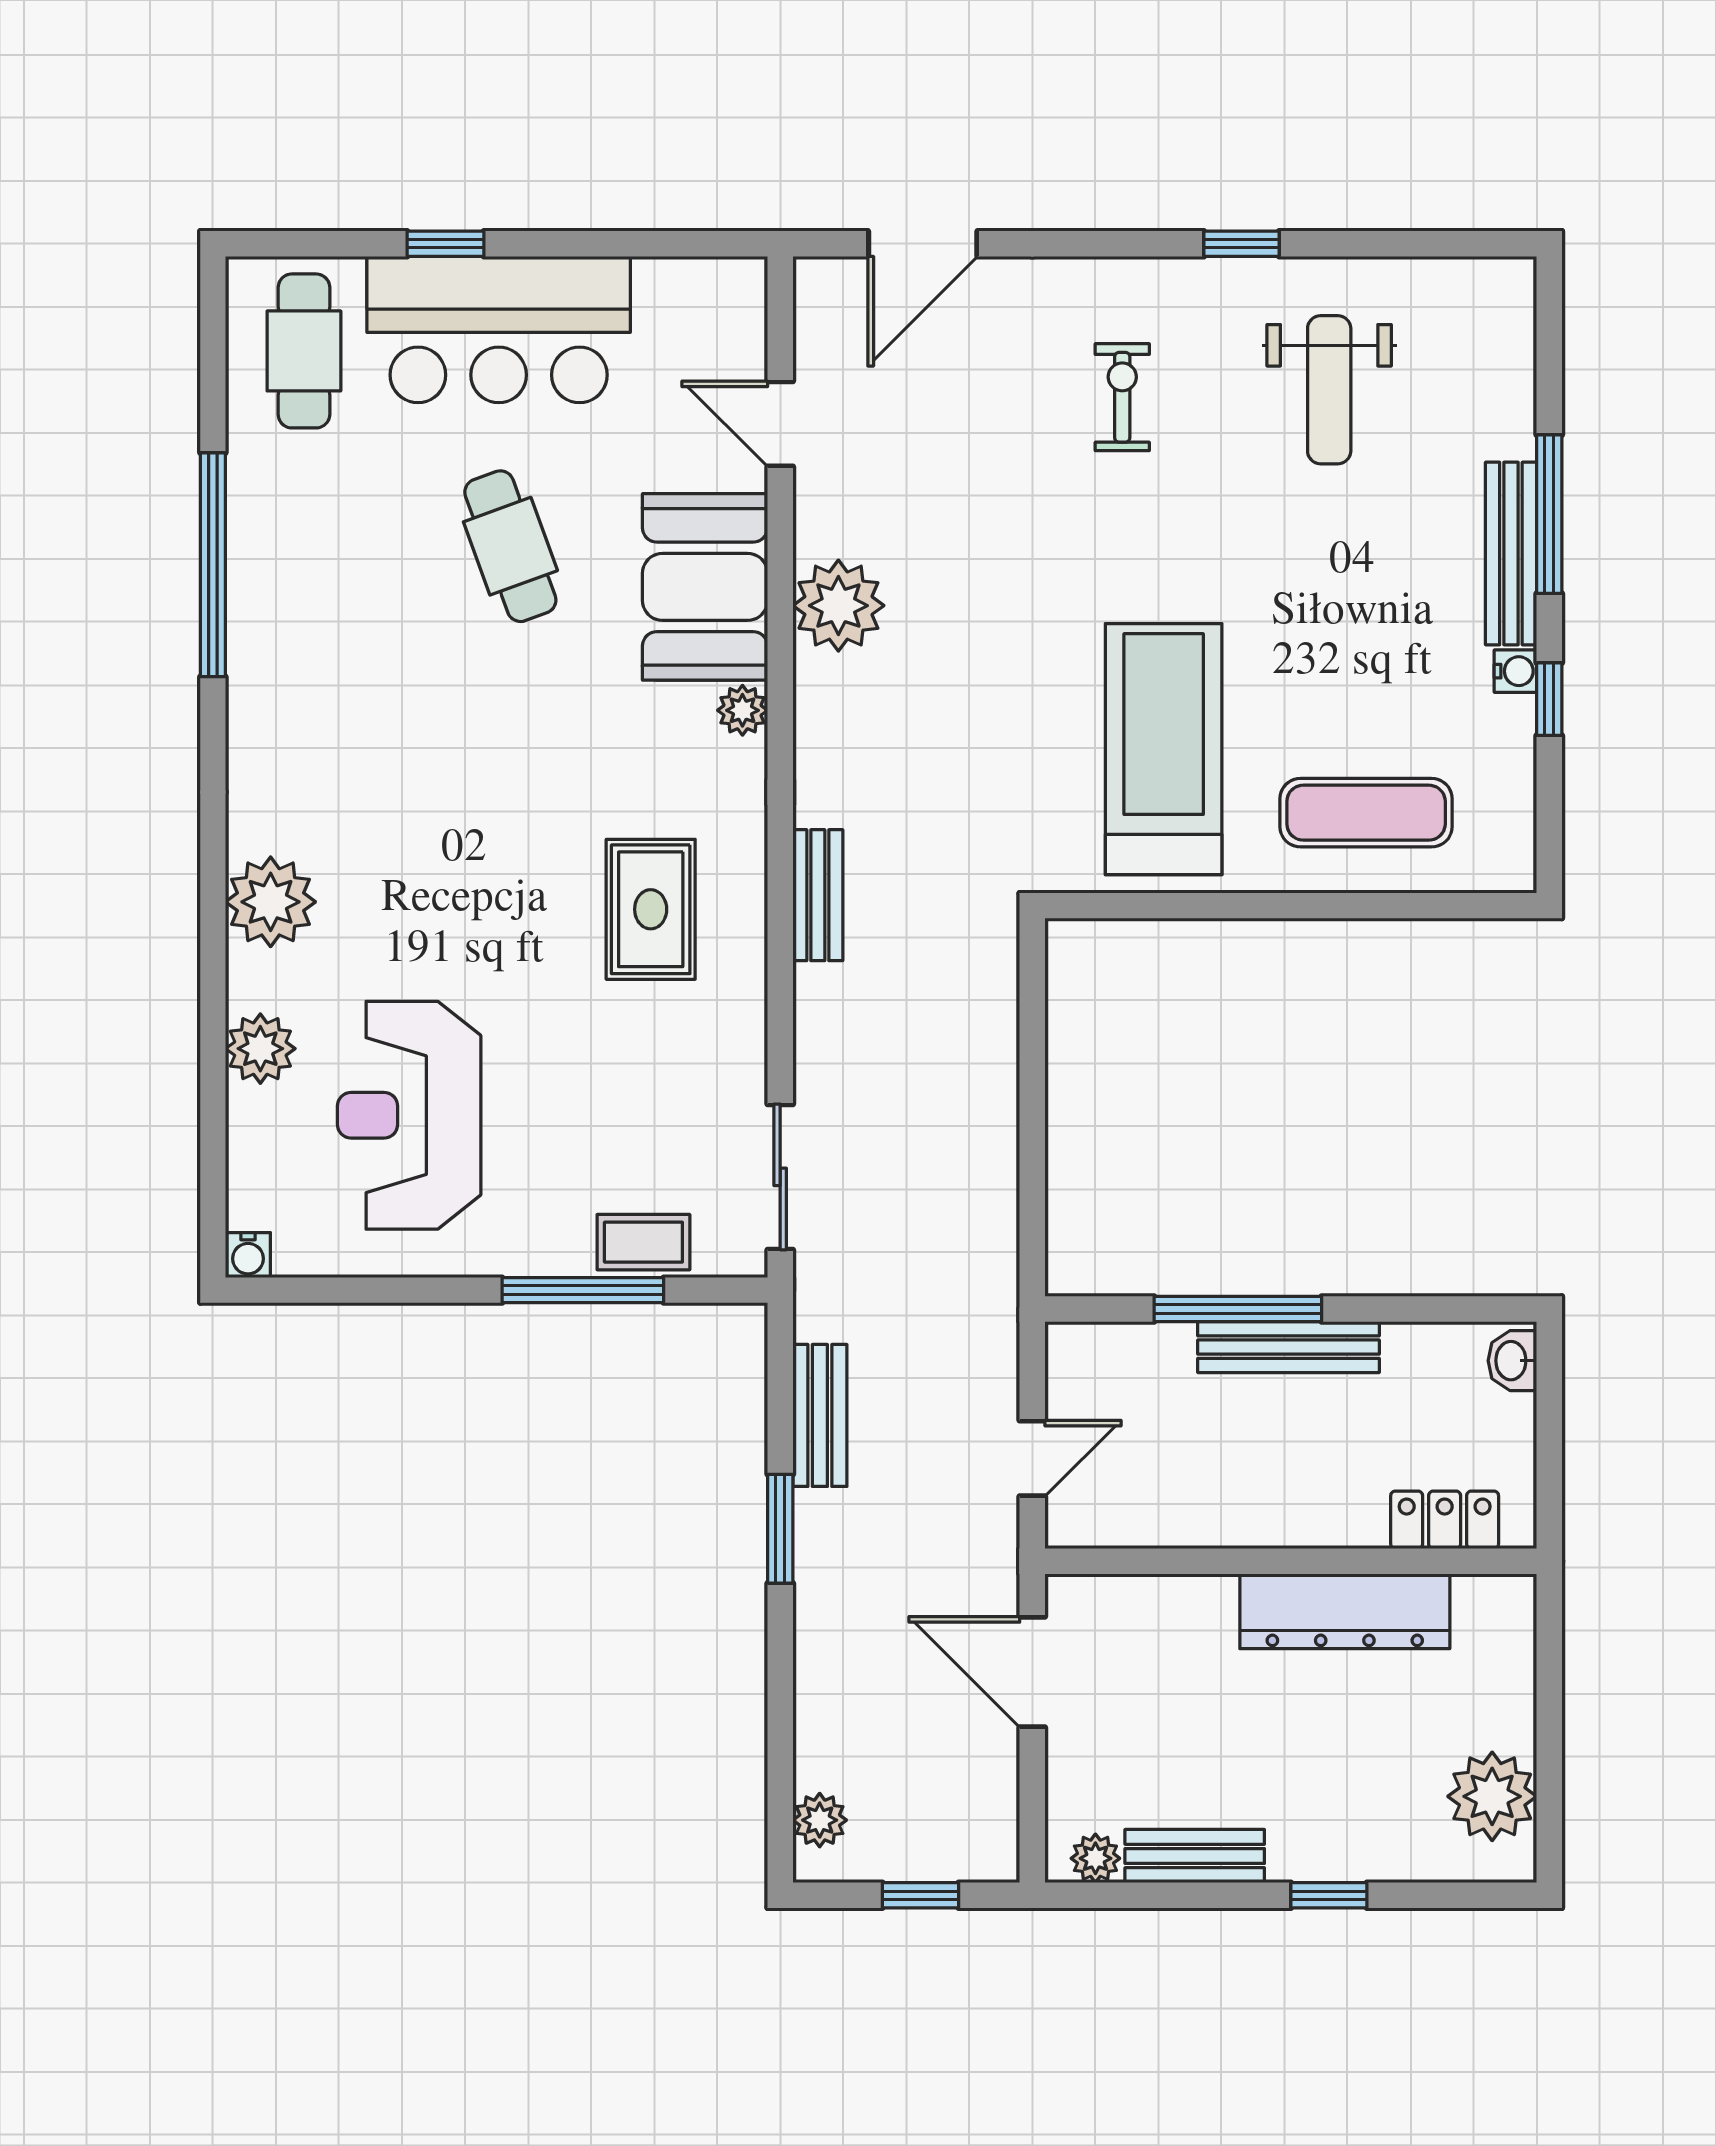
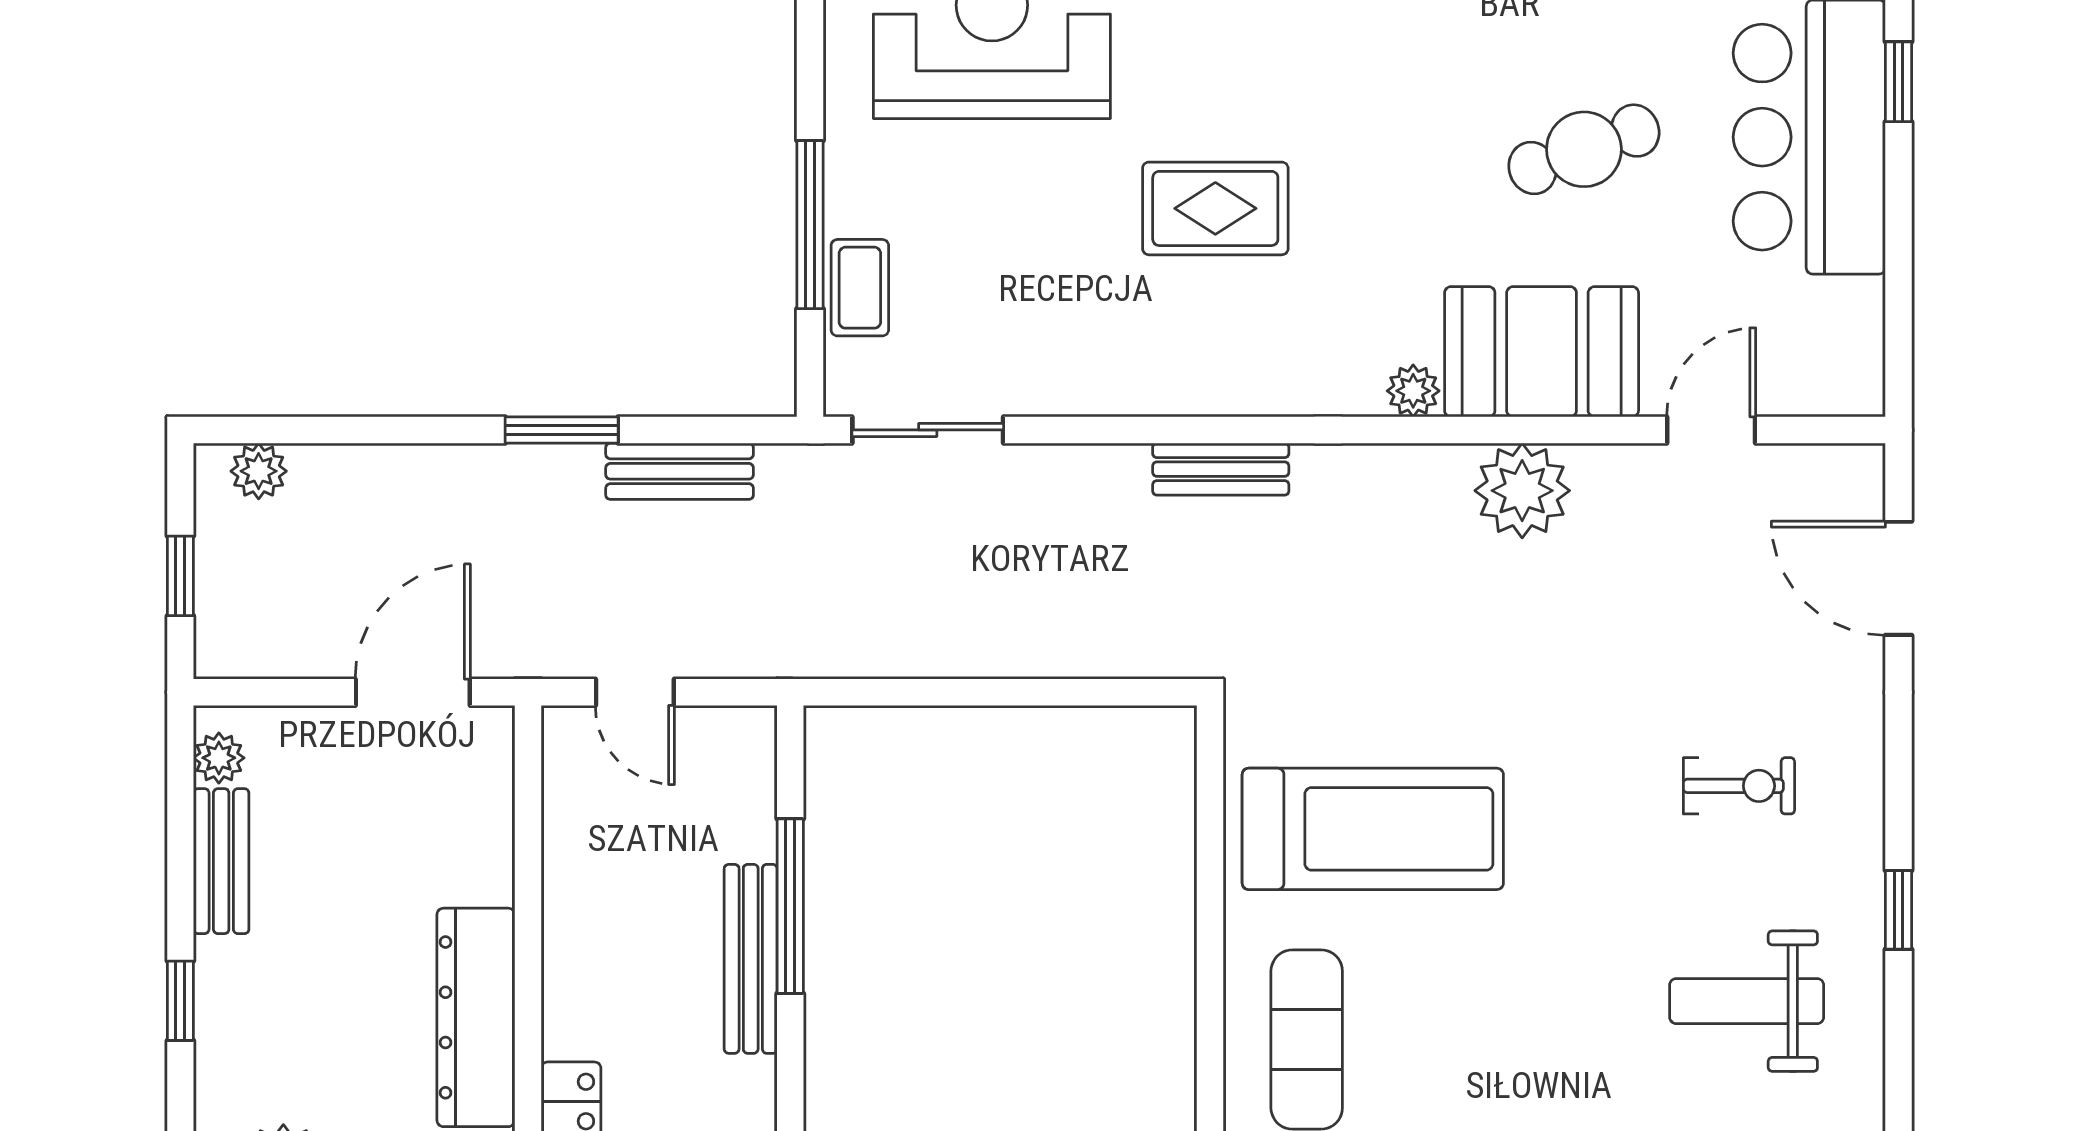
rug: (651, 909) -> (1215, 208), moved

